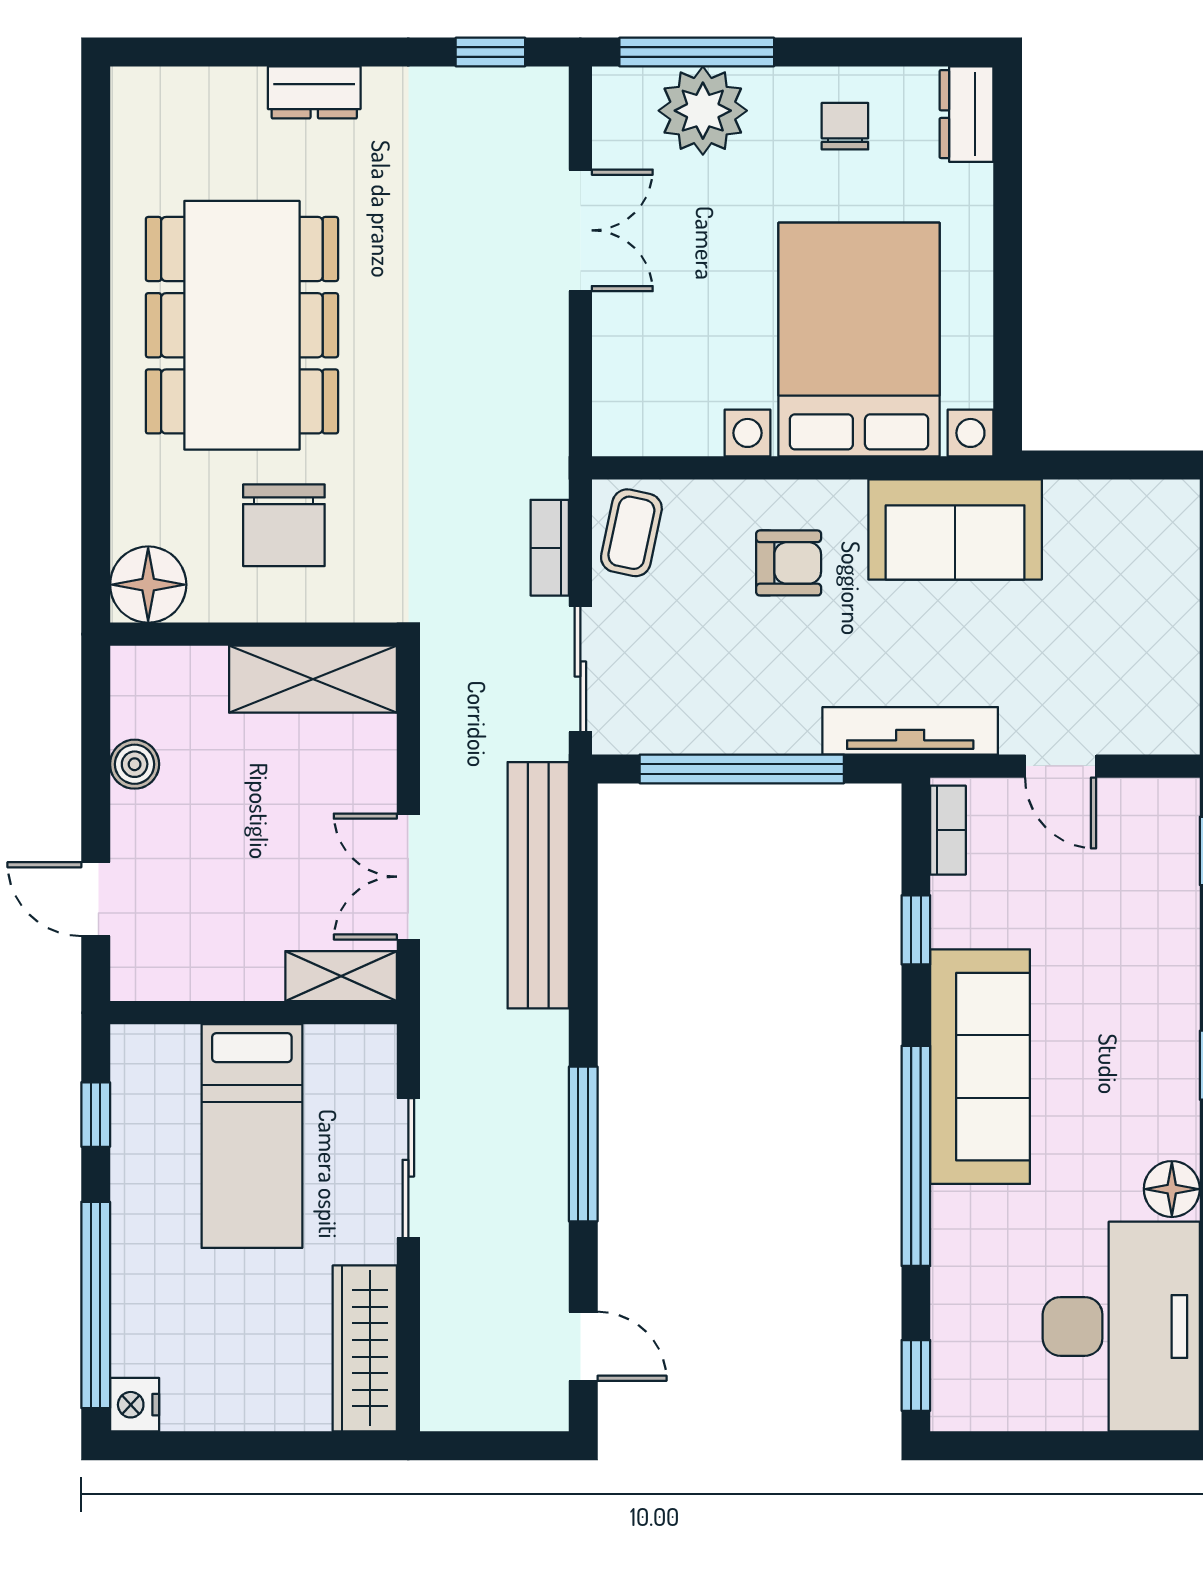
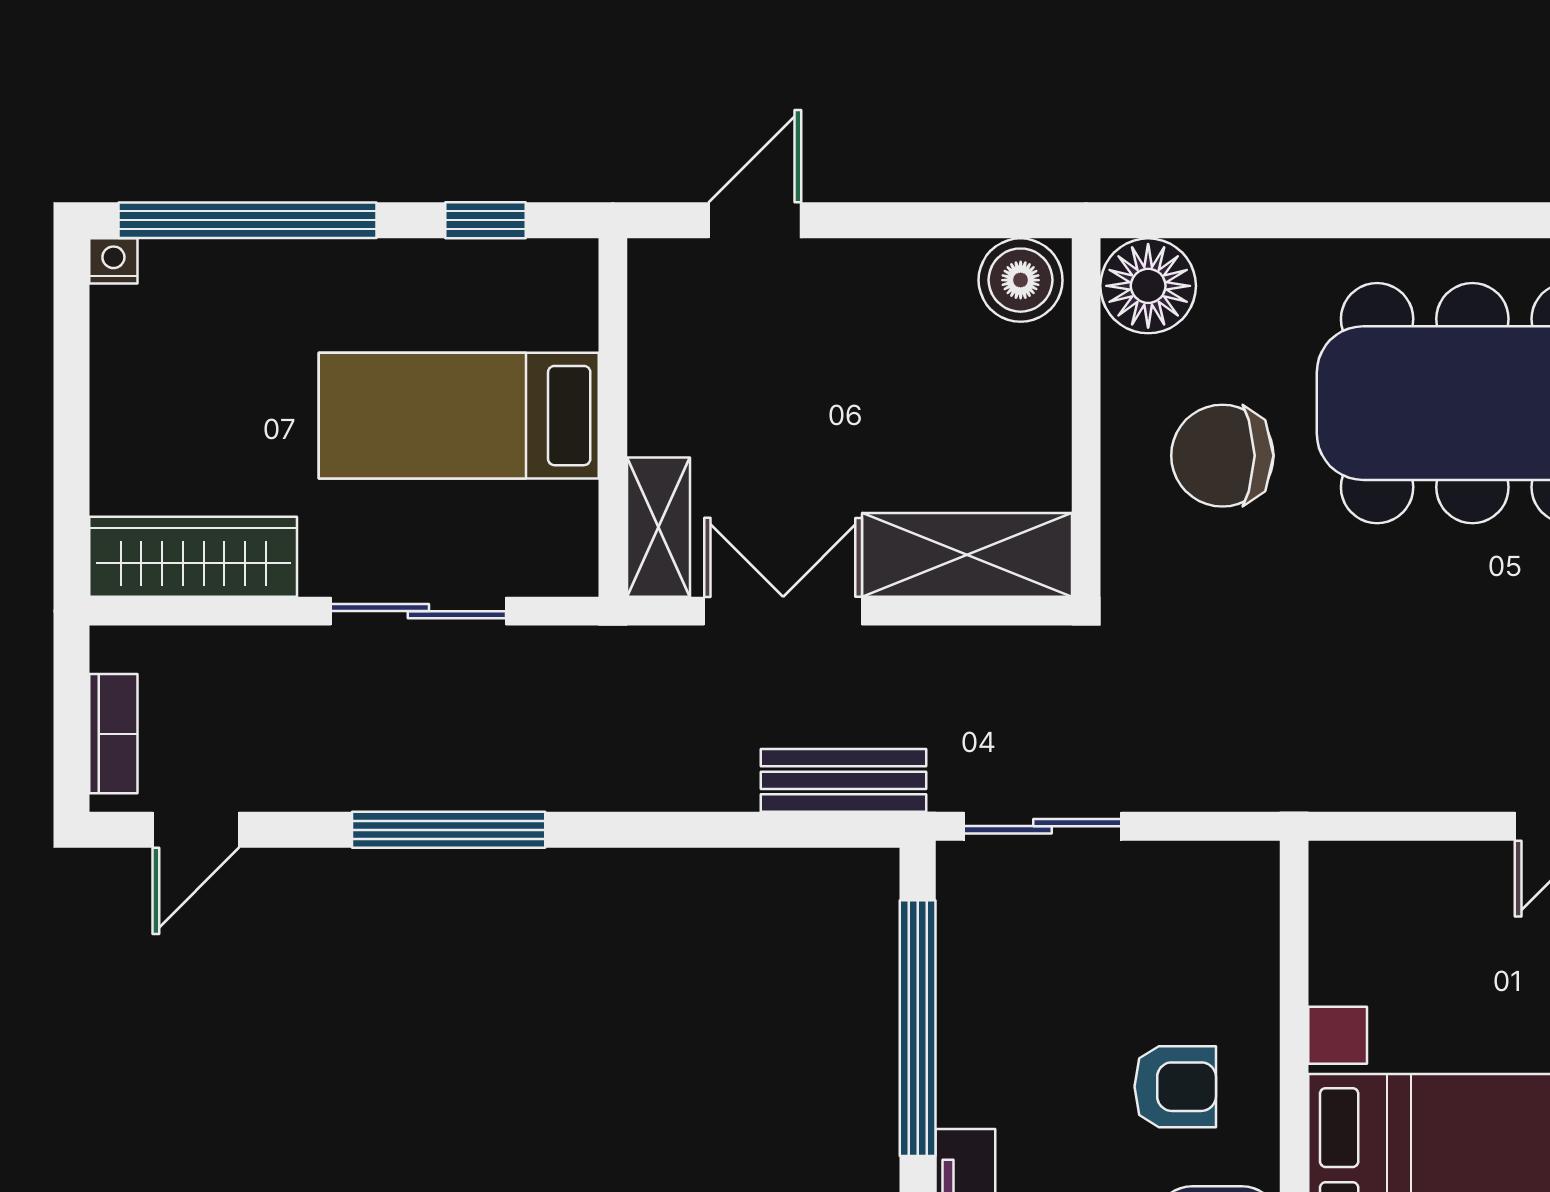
coffee table: (631, 533) -> (1213, 890), removed
bookcase: (550, 548) -> (113, 734), moved, turned 90
armchair: (789, 563) -> (1175, 1087), turned -90
shelving: (313, 679) -> (967, 555), moved, turned 90
boiler: (135, 764) -> (1021, 280), moved, width x1.36, depth x1.36
bench: (538, 885) -> (844, 780), width x0.54, depth x0.82
nightstand: (135, 1405) -> (113, 261), width x0.72, depth x0.74

